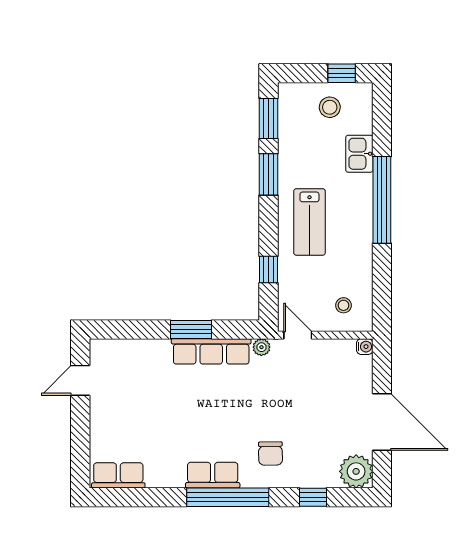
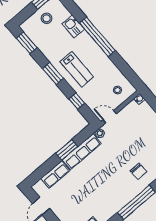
window: (268, 174) -> (53, 73), moved
row of seats: (213, 475) -> (55, 174), moved, turned 180

